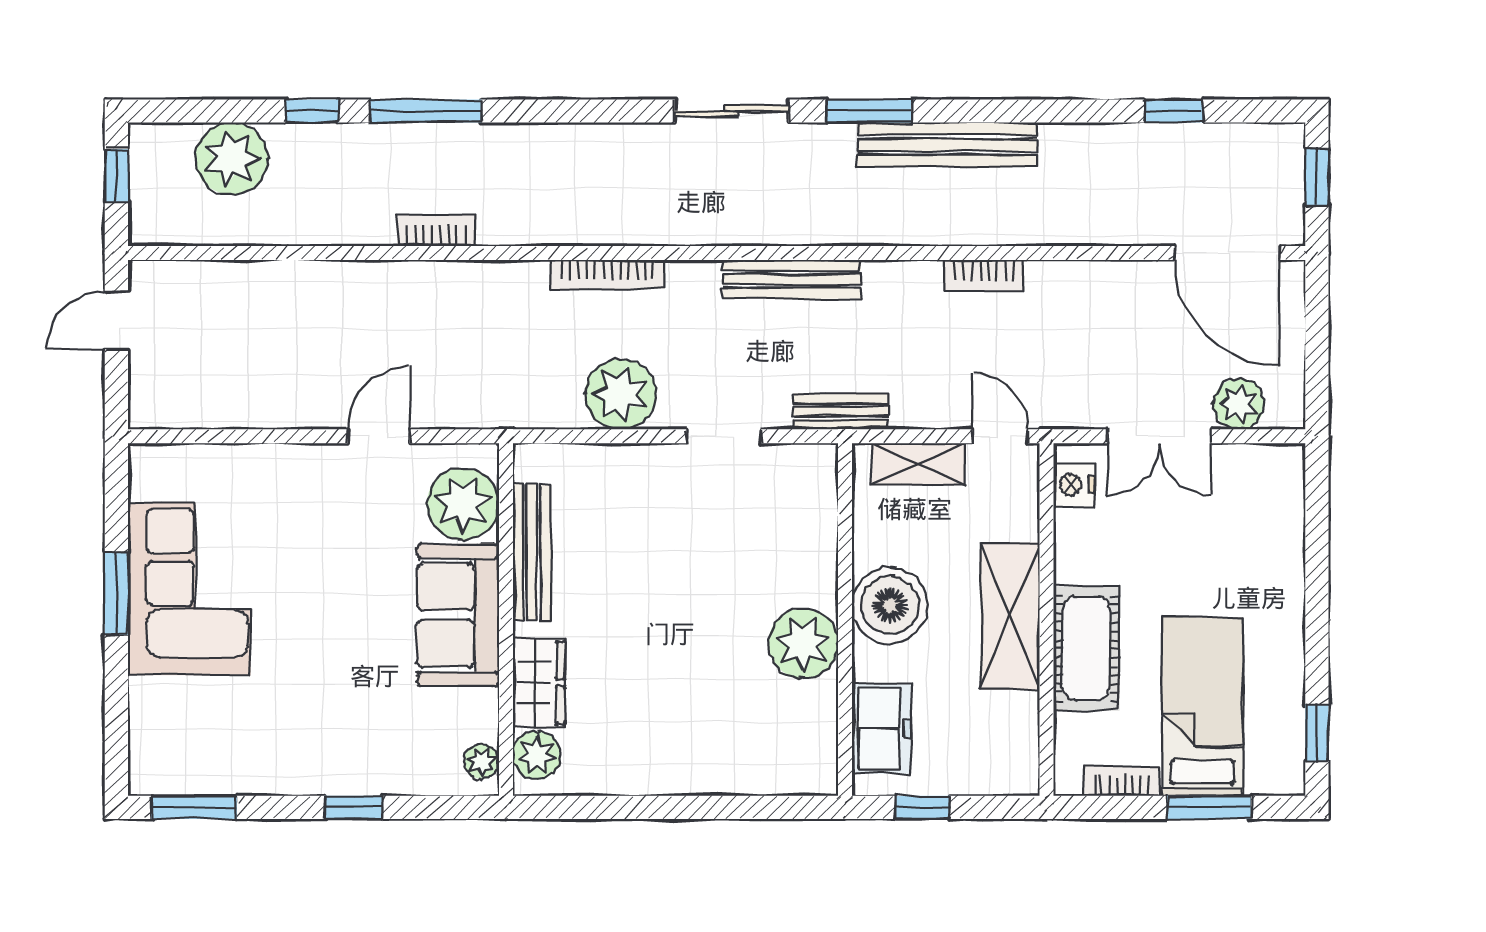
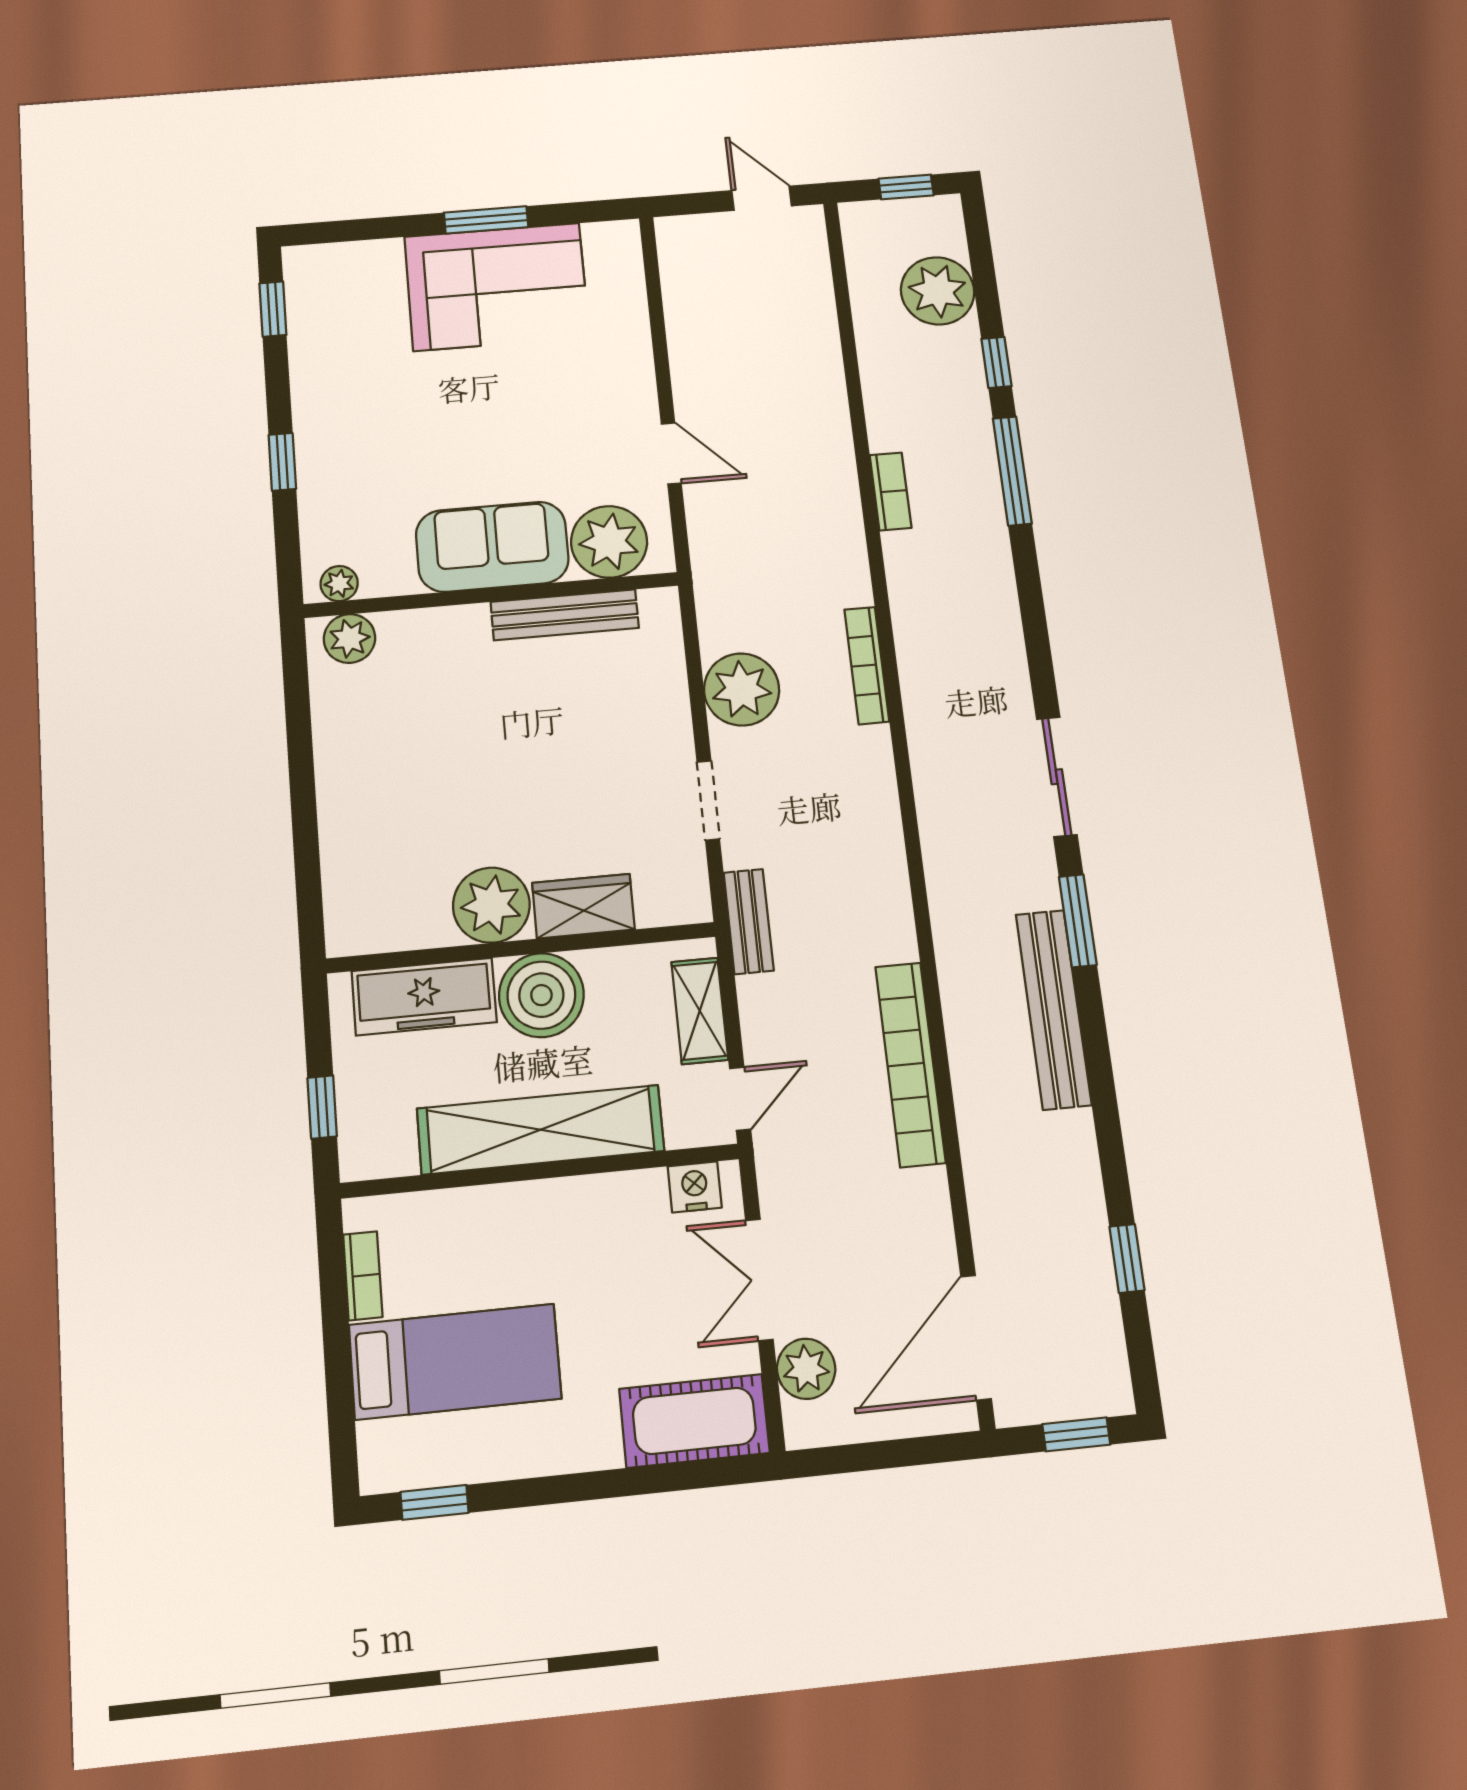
bookcase: (984, 276) -> (910, 1064), width x2.31, depth x1.31
bench: (792, 279) -> (886, 856), removed
shelving: (1010, 616) -> (540, 1130), width x1.47
cot: (1086, 648) -> (694, 1421), moved
wardrobe: (539, 683) -> (583, 906), moved, turned 180
freezer: (881, 728) -> (424, 997), width x1.40
window: (194, 807) -> (273, 309), width x0.67
window: (922, 807) -> (322, 1107), moved
window: (1209, 807) -> (339, 1381), removed

